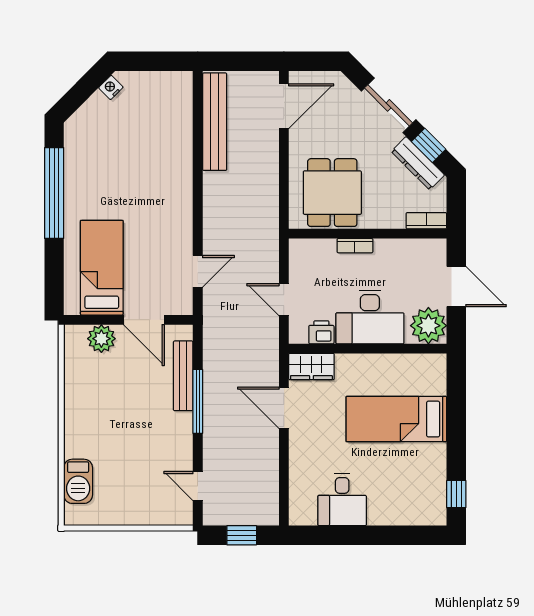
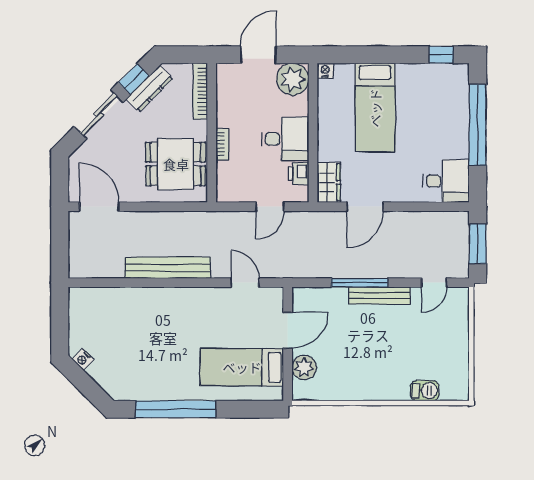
bench: (215, 122) -> (168, 268), moved
bookcase: (426, 221) -> (200, 91), width x1.56
desk: (370, 317) -> (285, 139), width x0.73
nightstand: (438, 362) -> (325, 71), added
bench: (183, 376) -> (379, 295), moved
barbecue: (78, 481) -> (425, 391), width x0.73, depth x0.79
desk: (342, 500) -> (446, 181), moved
window: (242, 535) -> (478, 244), width x1.50
window: (377, 535) -> (478, 125), added

